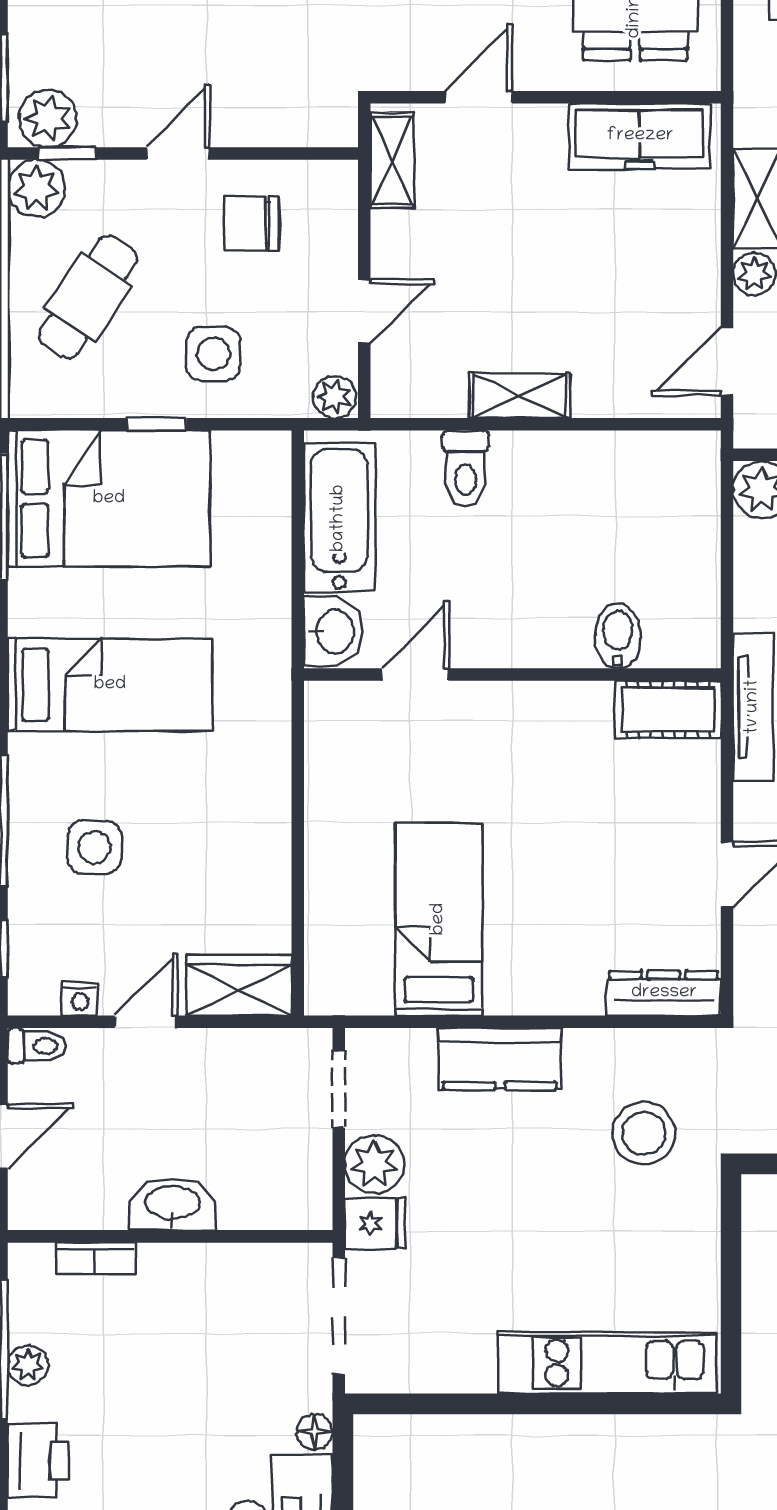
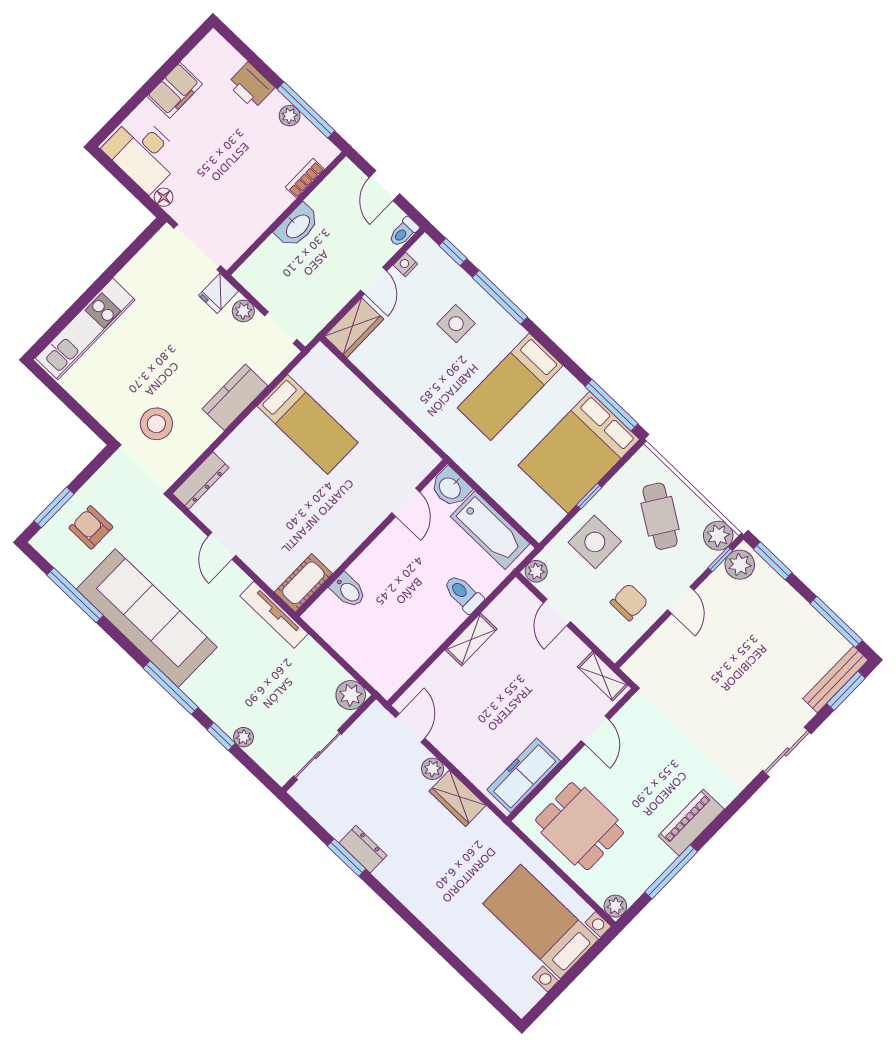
side table: (213, 354) -> (595, 542), width x1.37, depth x1.37
plant: (374, 1164) -> (243, 311), width x0.73, depth x0.73

